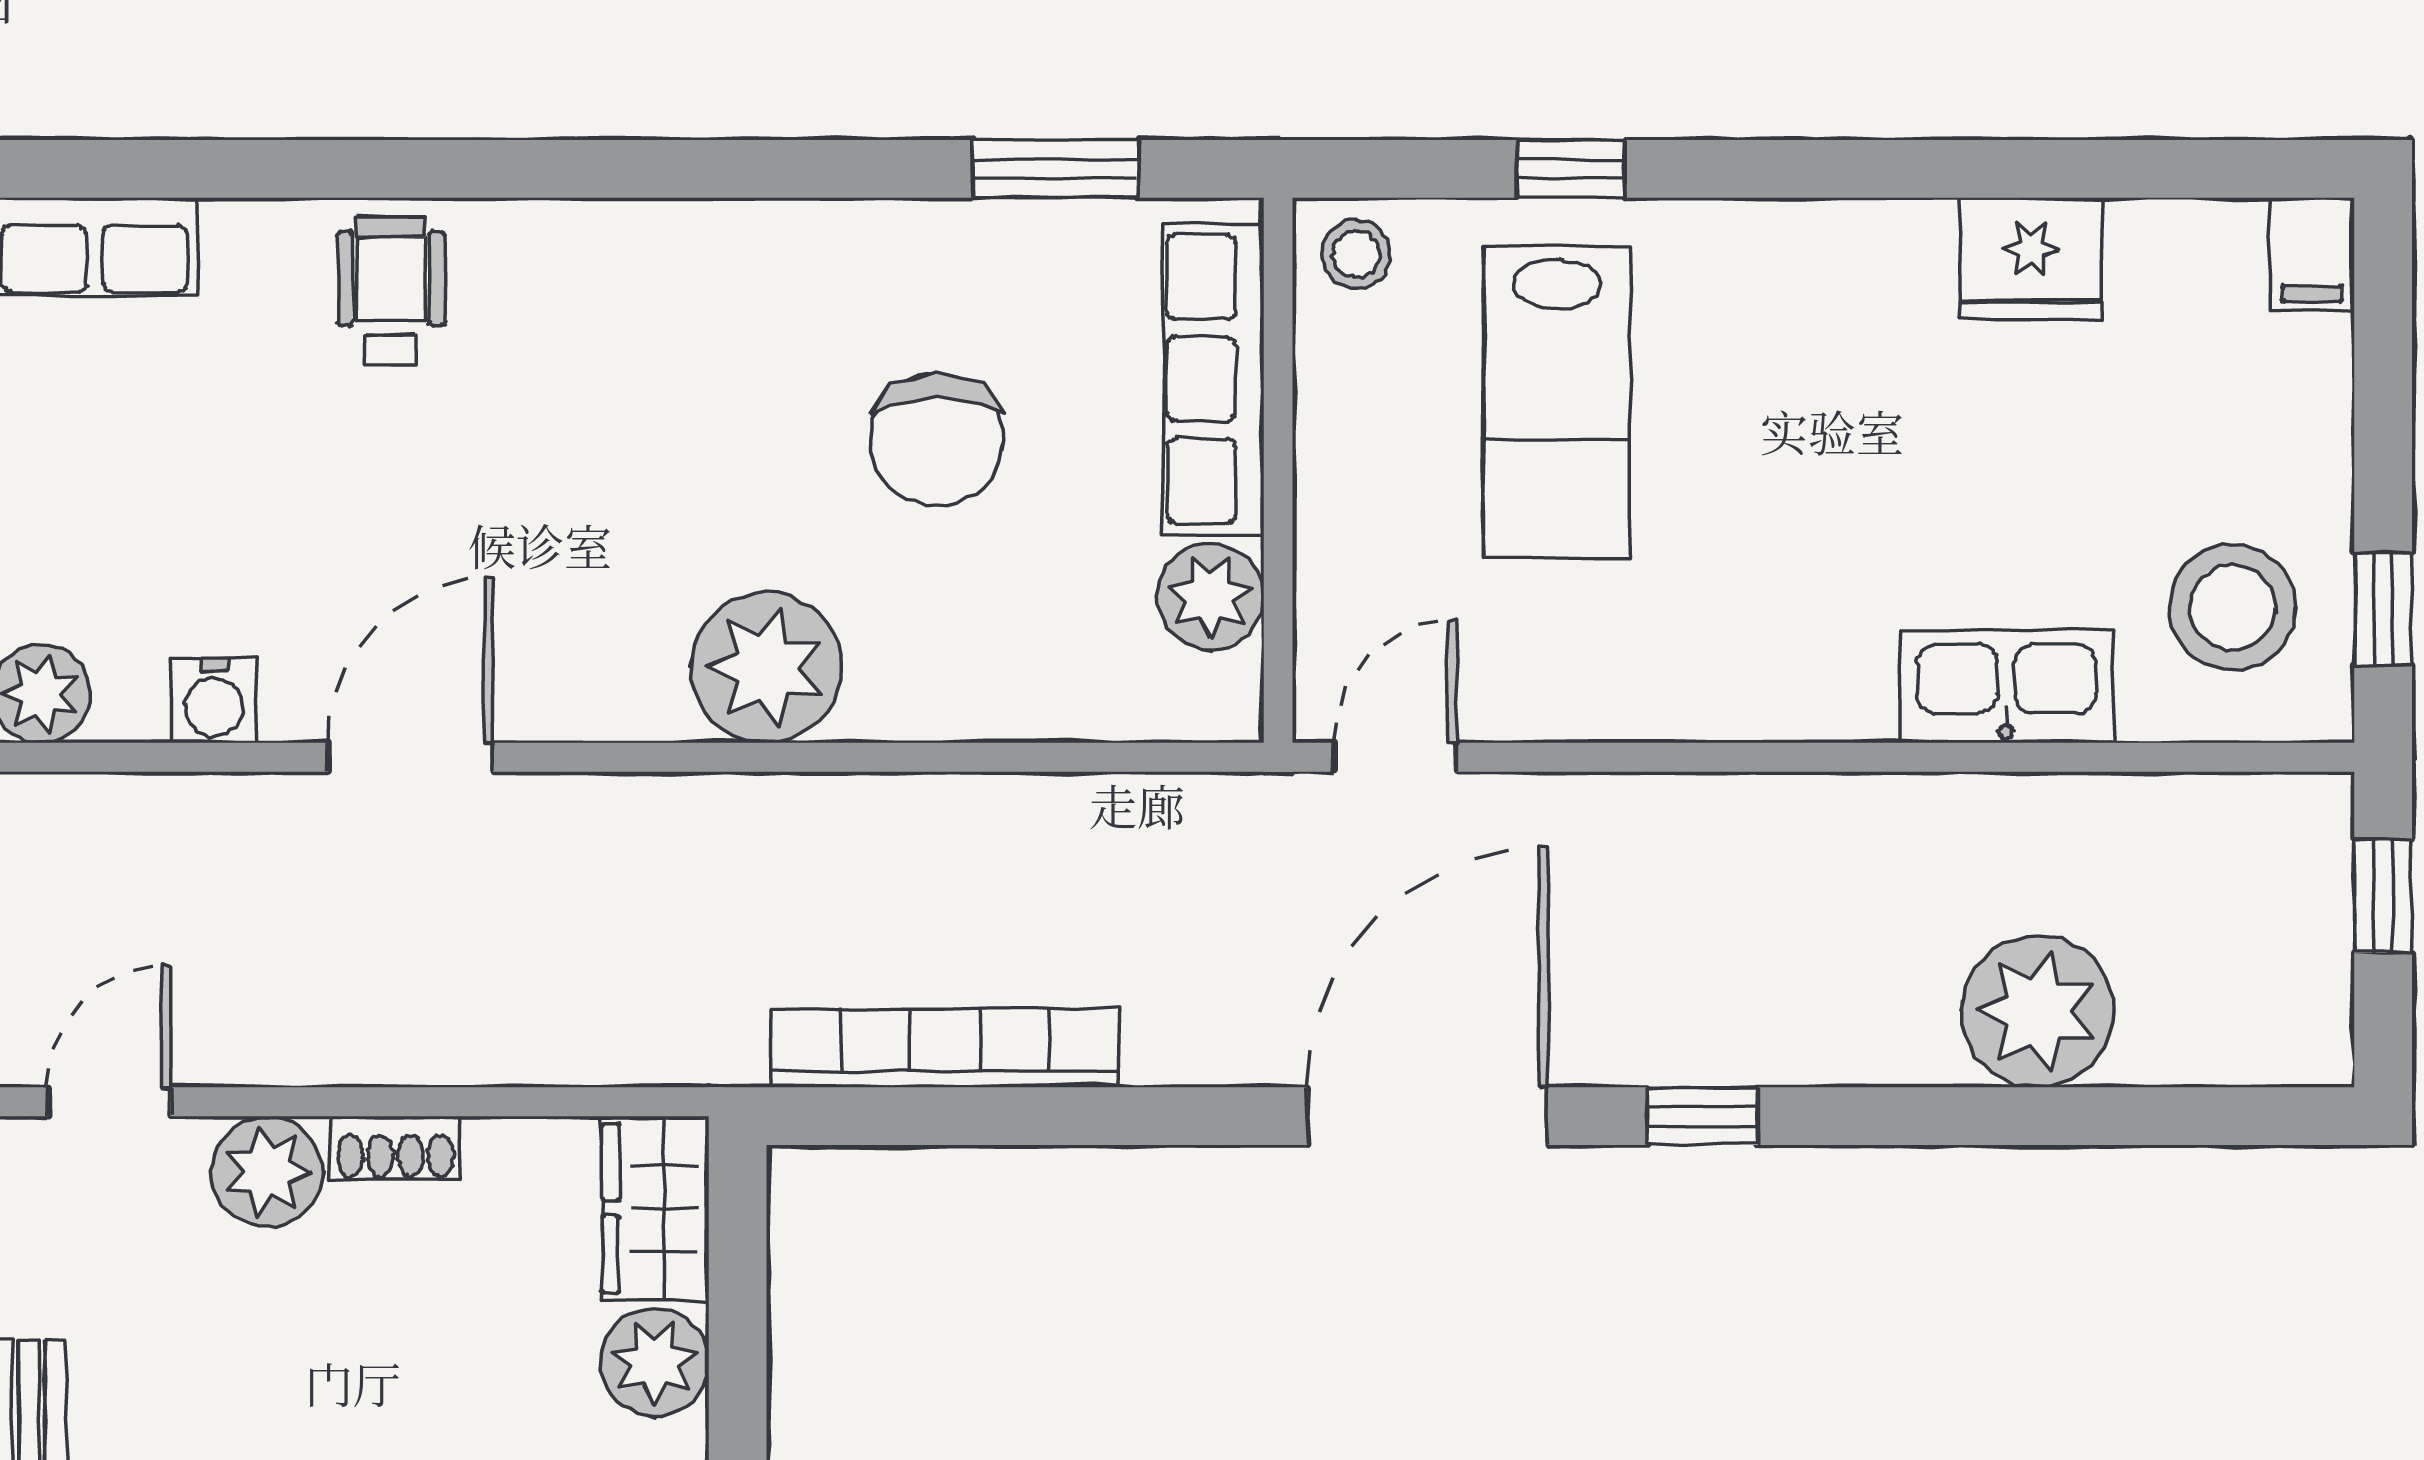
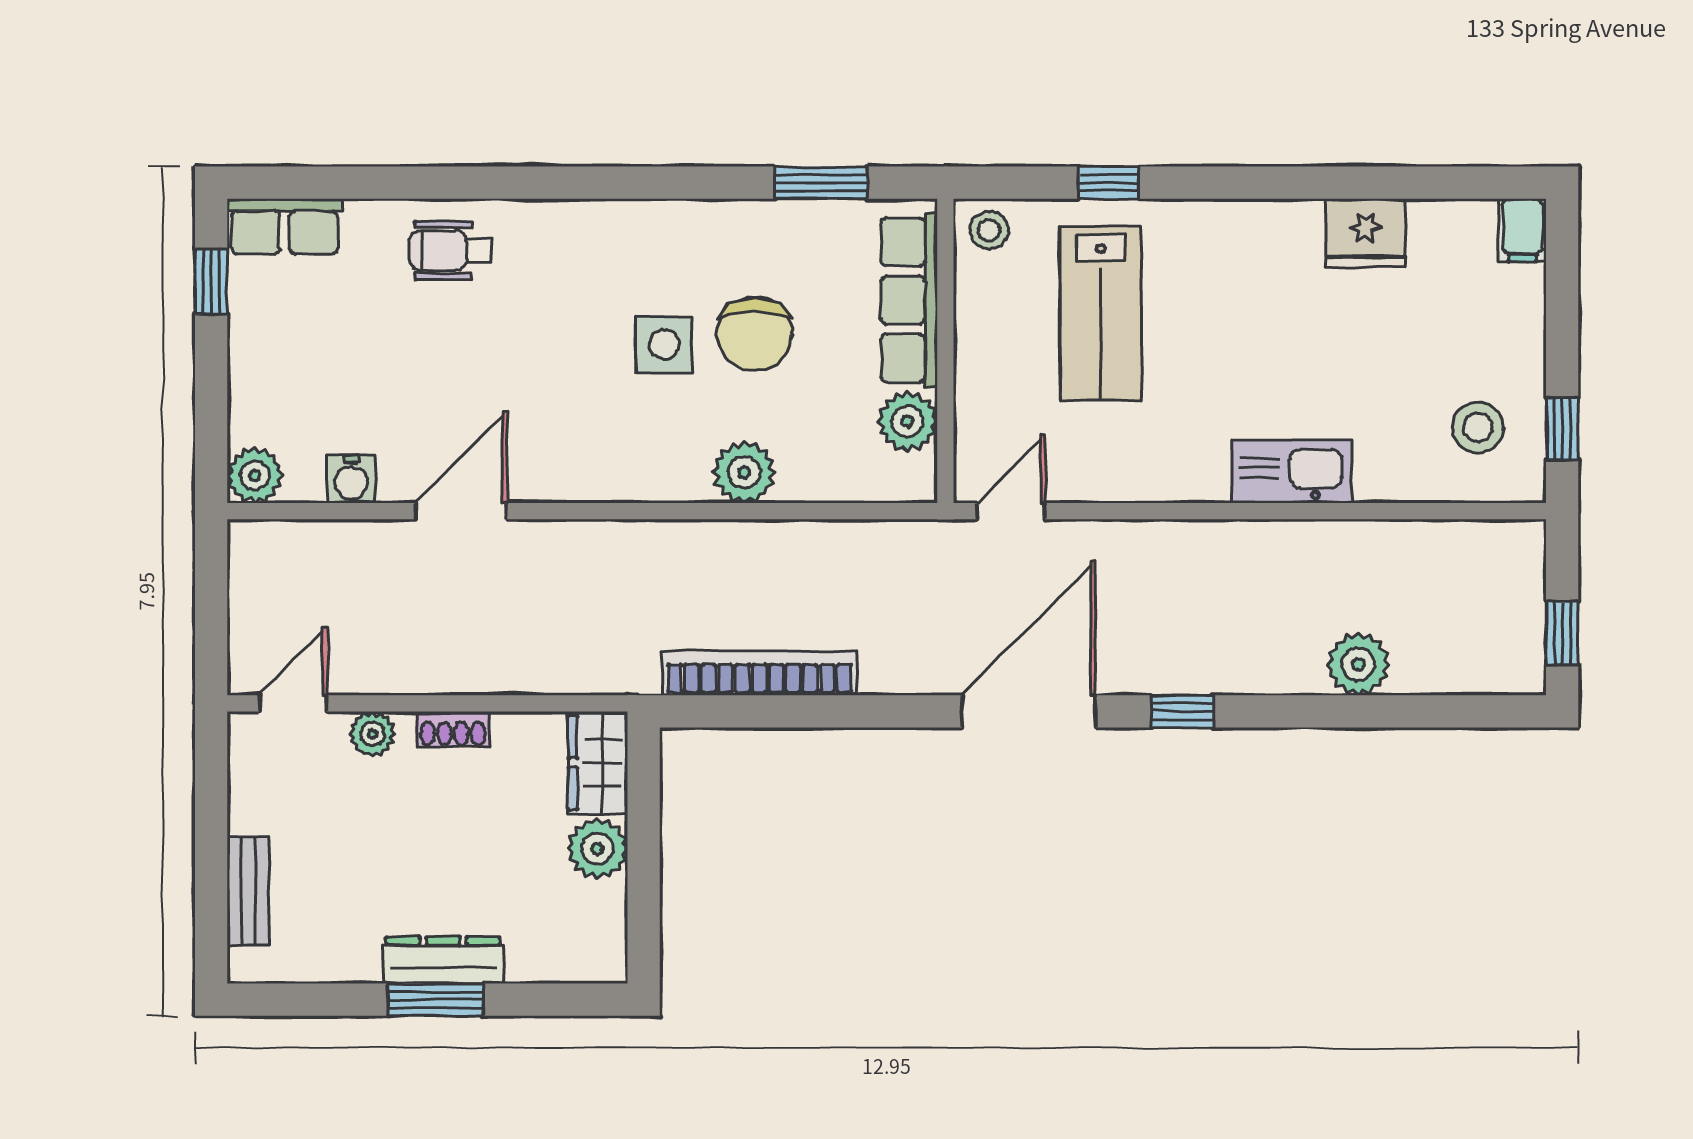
wheelchair: (391, 290) -> (450, 251), turned -90
side table: (774, 459) -> (664, 345), added
stool: (2232, 607) -> (1478, 427), width x0.73, depth x0.73
plant: (766, 668) -> (744, 472), moved, width x0.73, depth x0.73
kitchen sink: (2006, 687) -> (1292, 472), moved
window: (2383, 896) -> (1562, 633), moved
plant: (2038, 1011) -> (1358, 664), width x0.73, depth x0.73
plant: (267, 1172) -> (373, 734), width x0.73, depth x0.73

